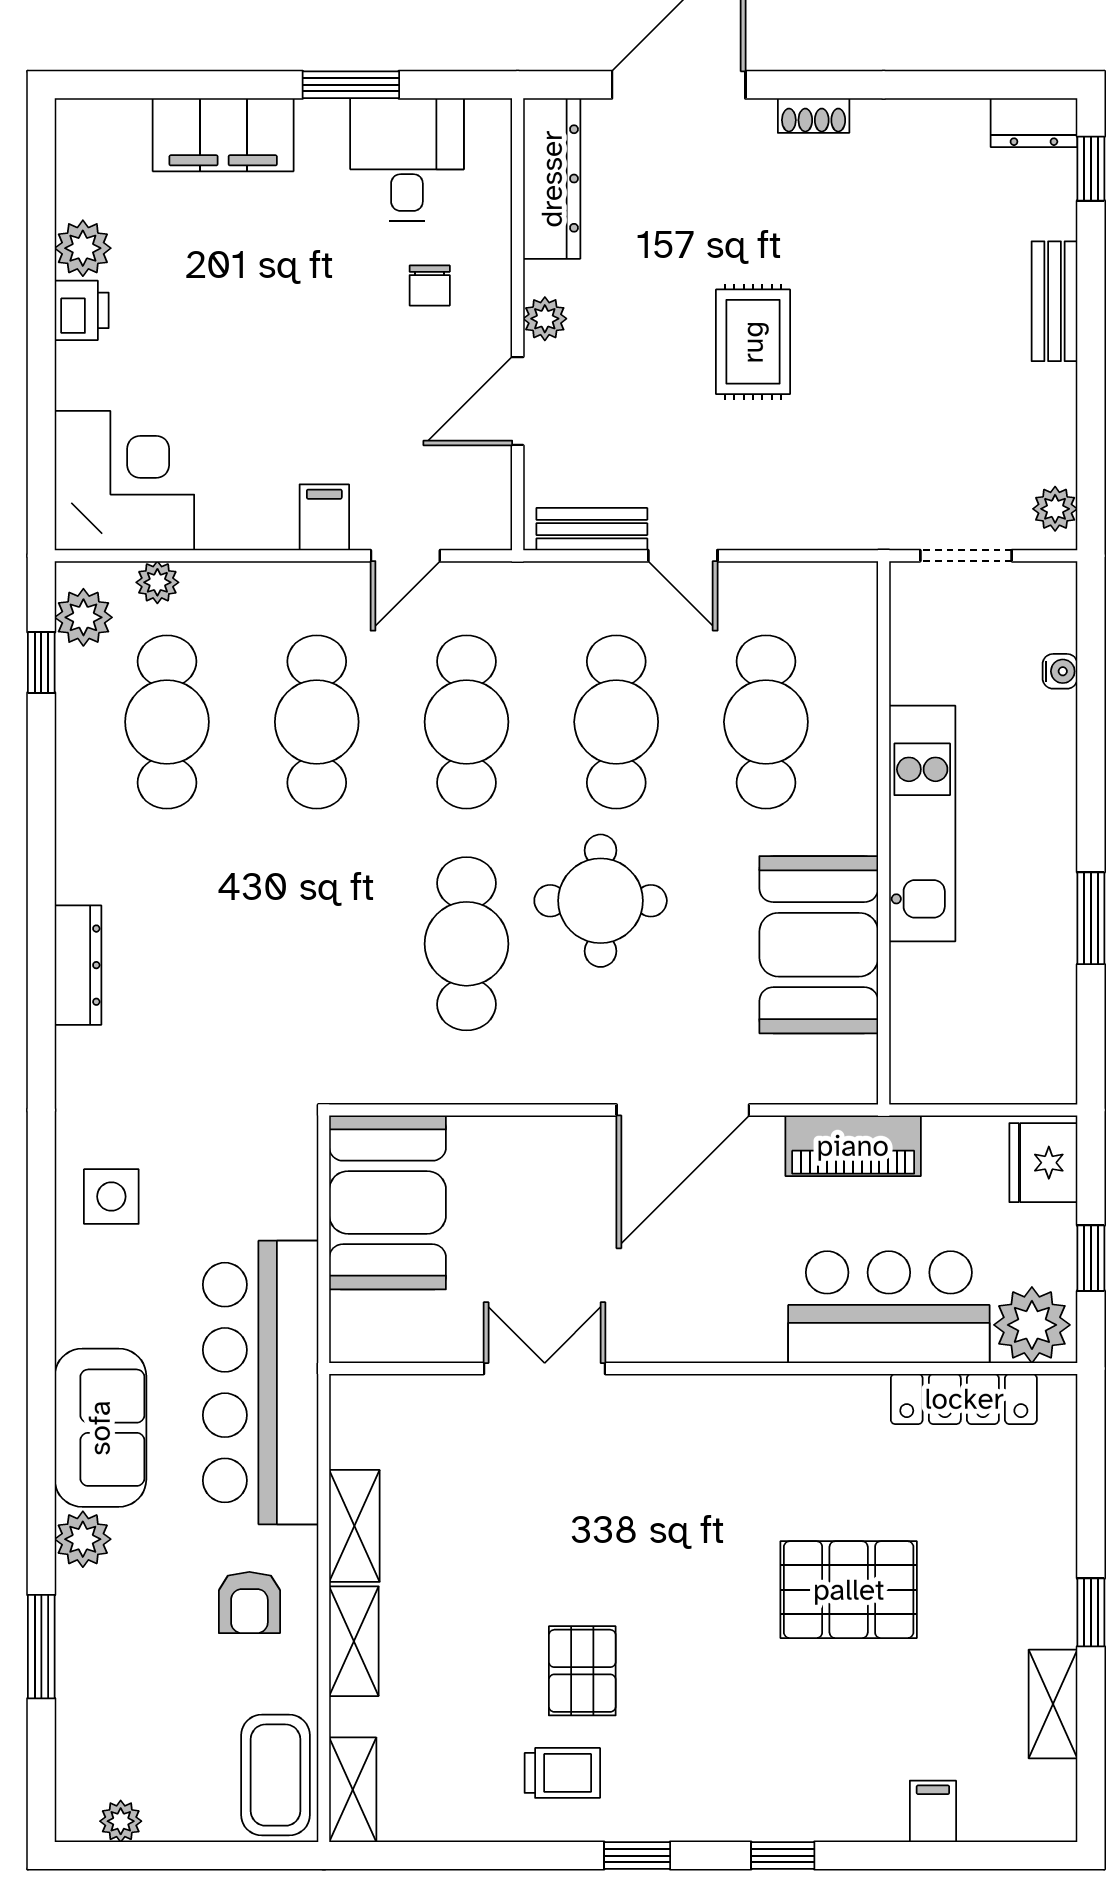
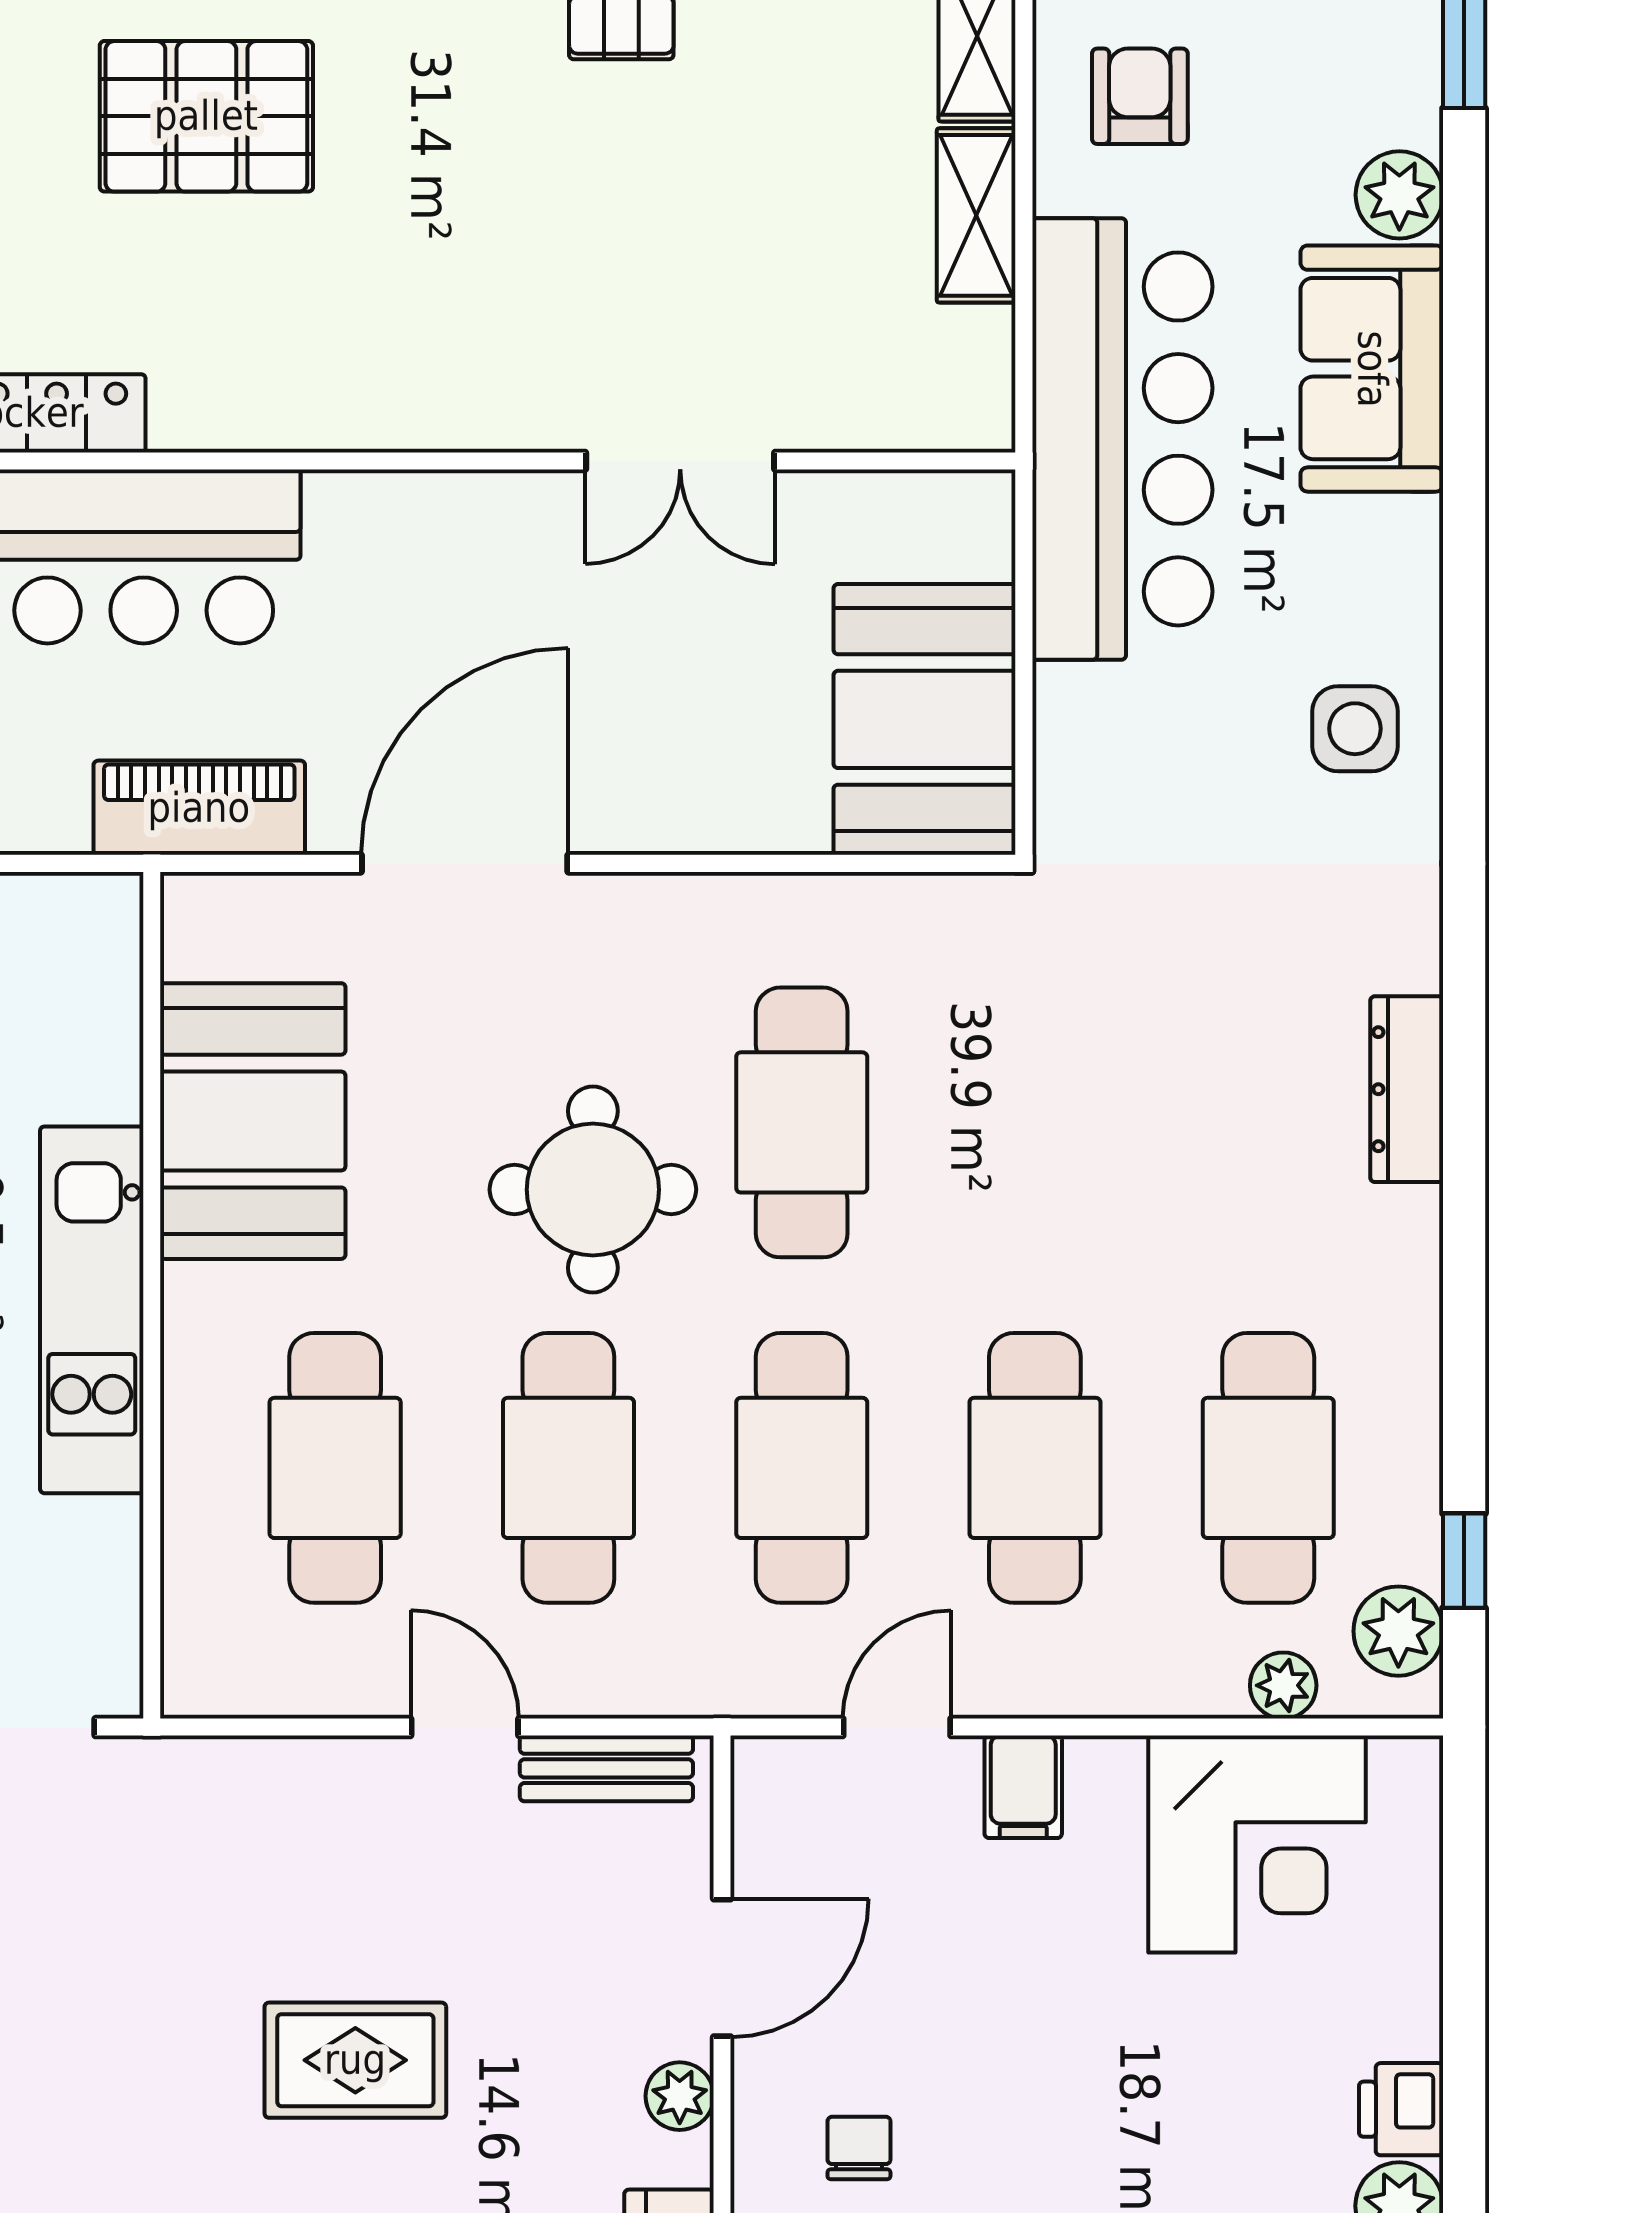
rug: (753, 342) -> (355, 2060), turned 90
corner desk: (124, 481) -> (1257, 1844), moved, turned -90

